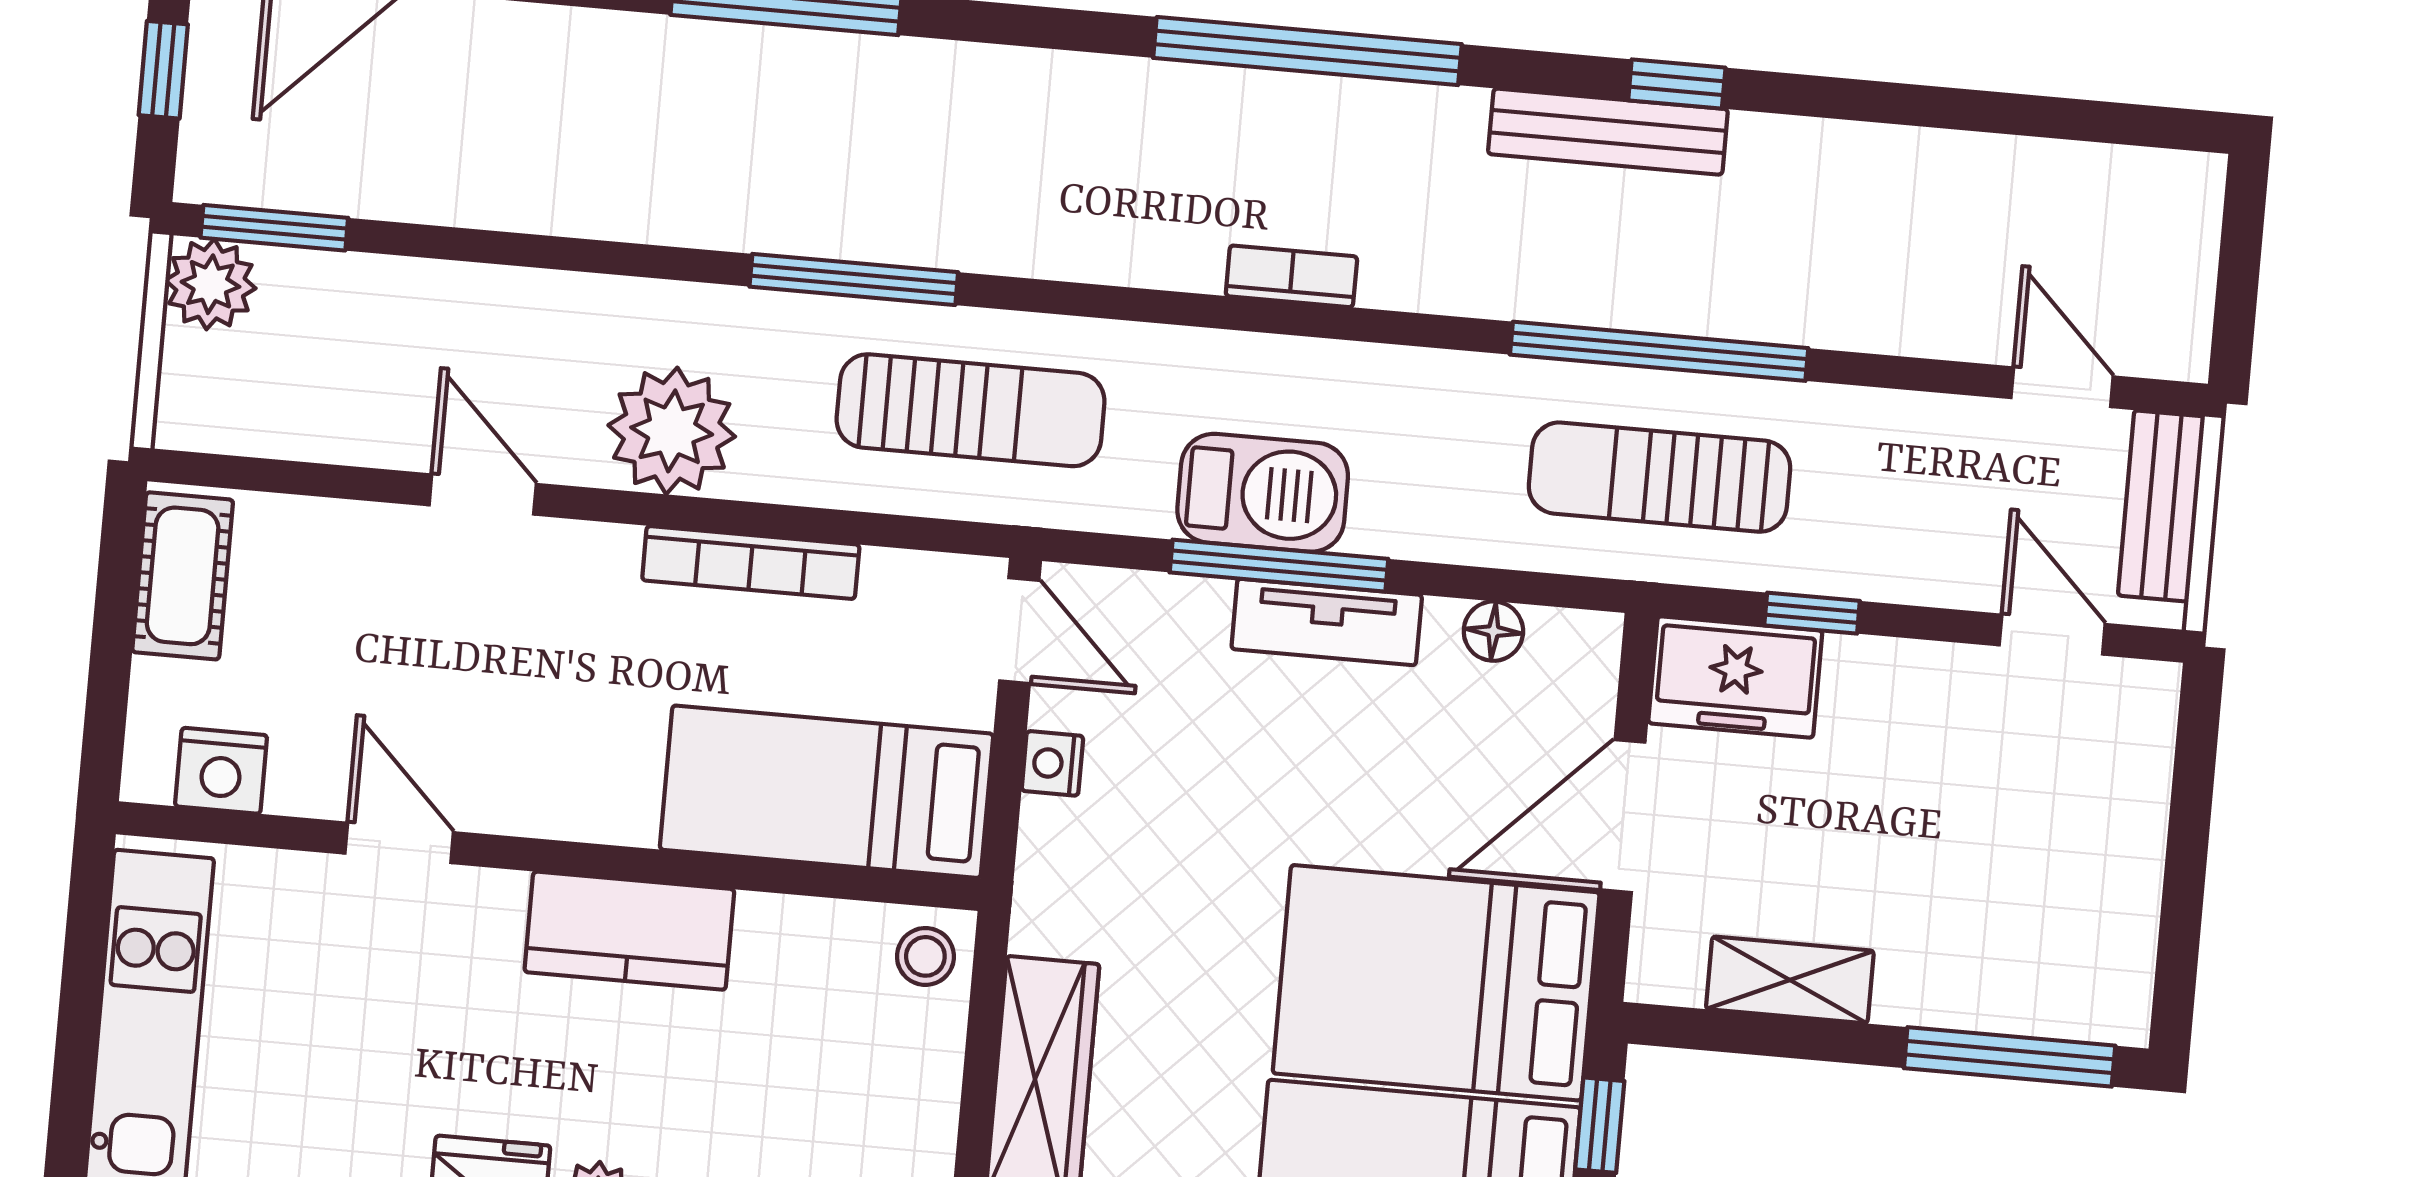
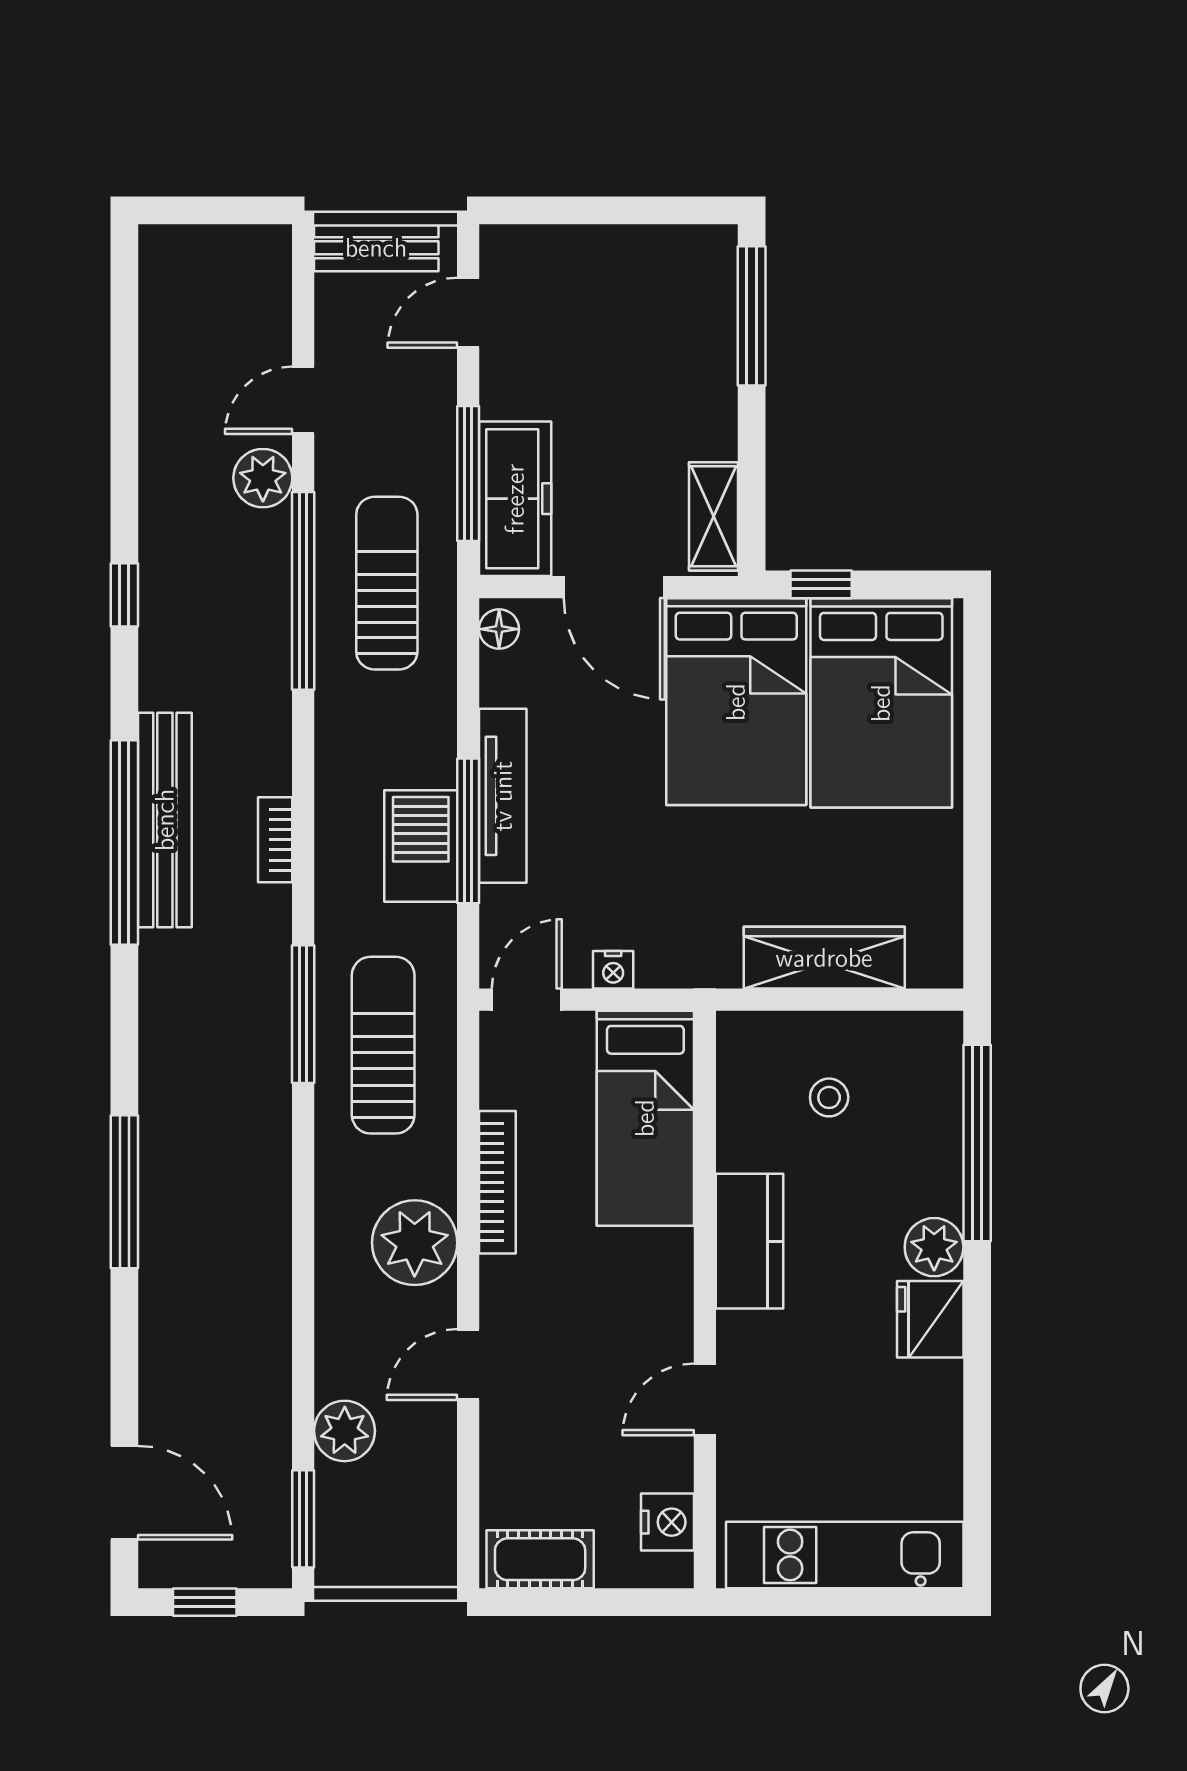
bench: (1608, 132) -> (165, 820), moved, width x1.37, depth x1.21
window: (854, 279) -> (303, 1014), moved
plant: (210, 284) -> (345, 1431), moved
plant: (1833, 306) -> (263, 478), added
door: (2062, 387) -> (303, 400), moved
sun lounger: (1659, 477) -> (387, 583), turned 180
window: (1812, 613) -> (468, 474), width x2.17
tv unit: (1327, 622) -> (503, 796), width x1.41
floor lamp: (1493, 631) -> (499, 629), moved
freezer: (1735, 677) -> (515, 499), width x1.40
stool: (925, 956) -> (829, 1097), moved
shelving: (1790, 980) -> (713, 516), moved

